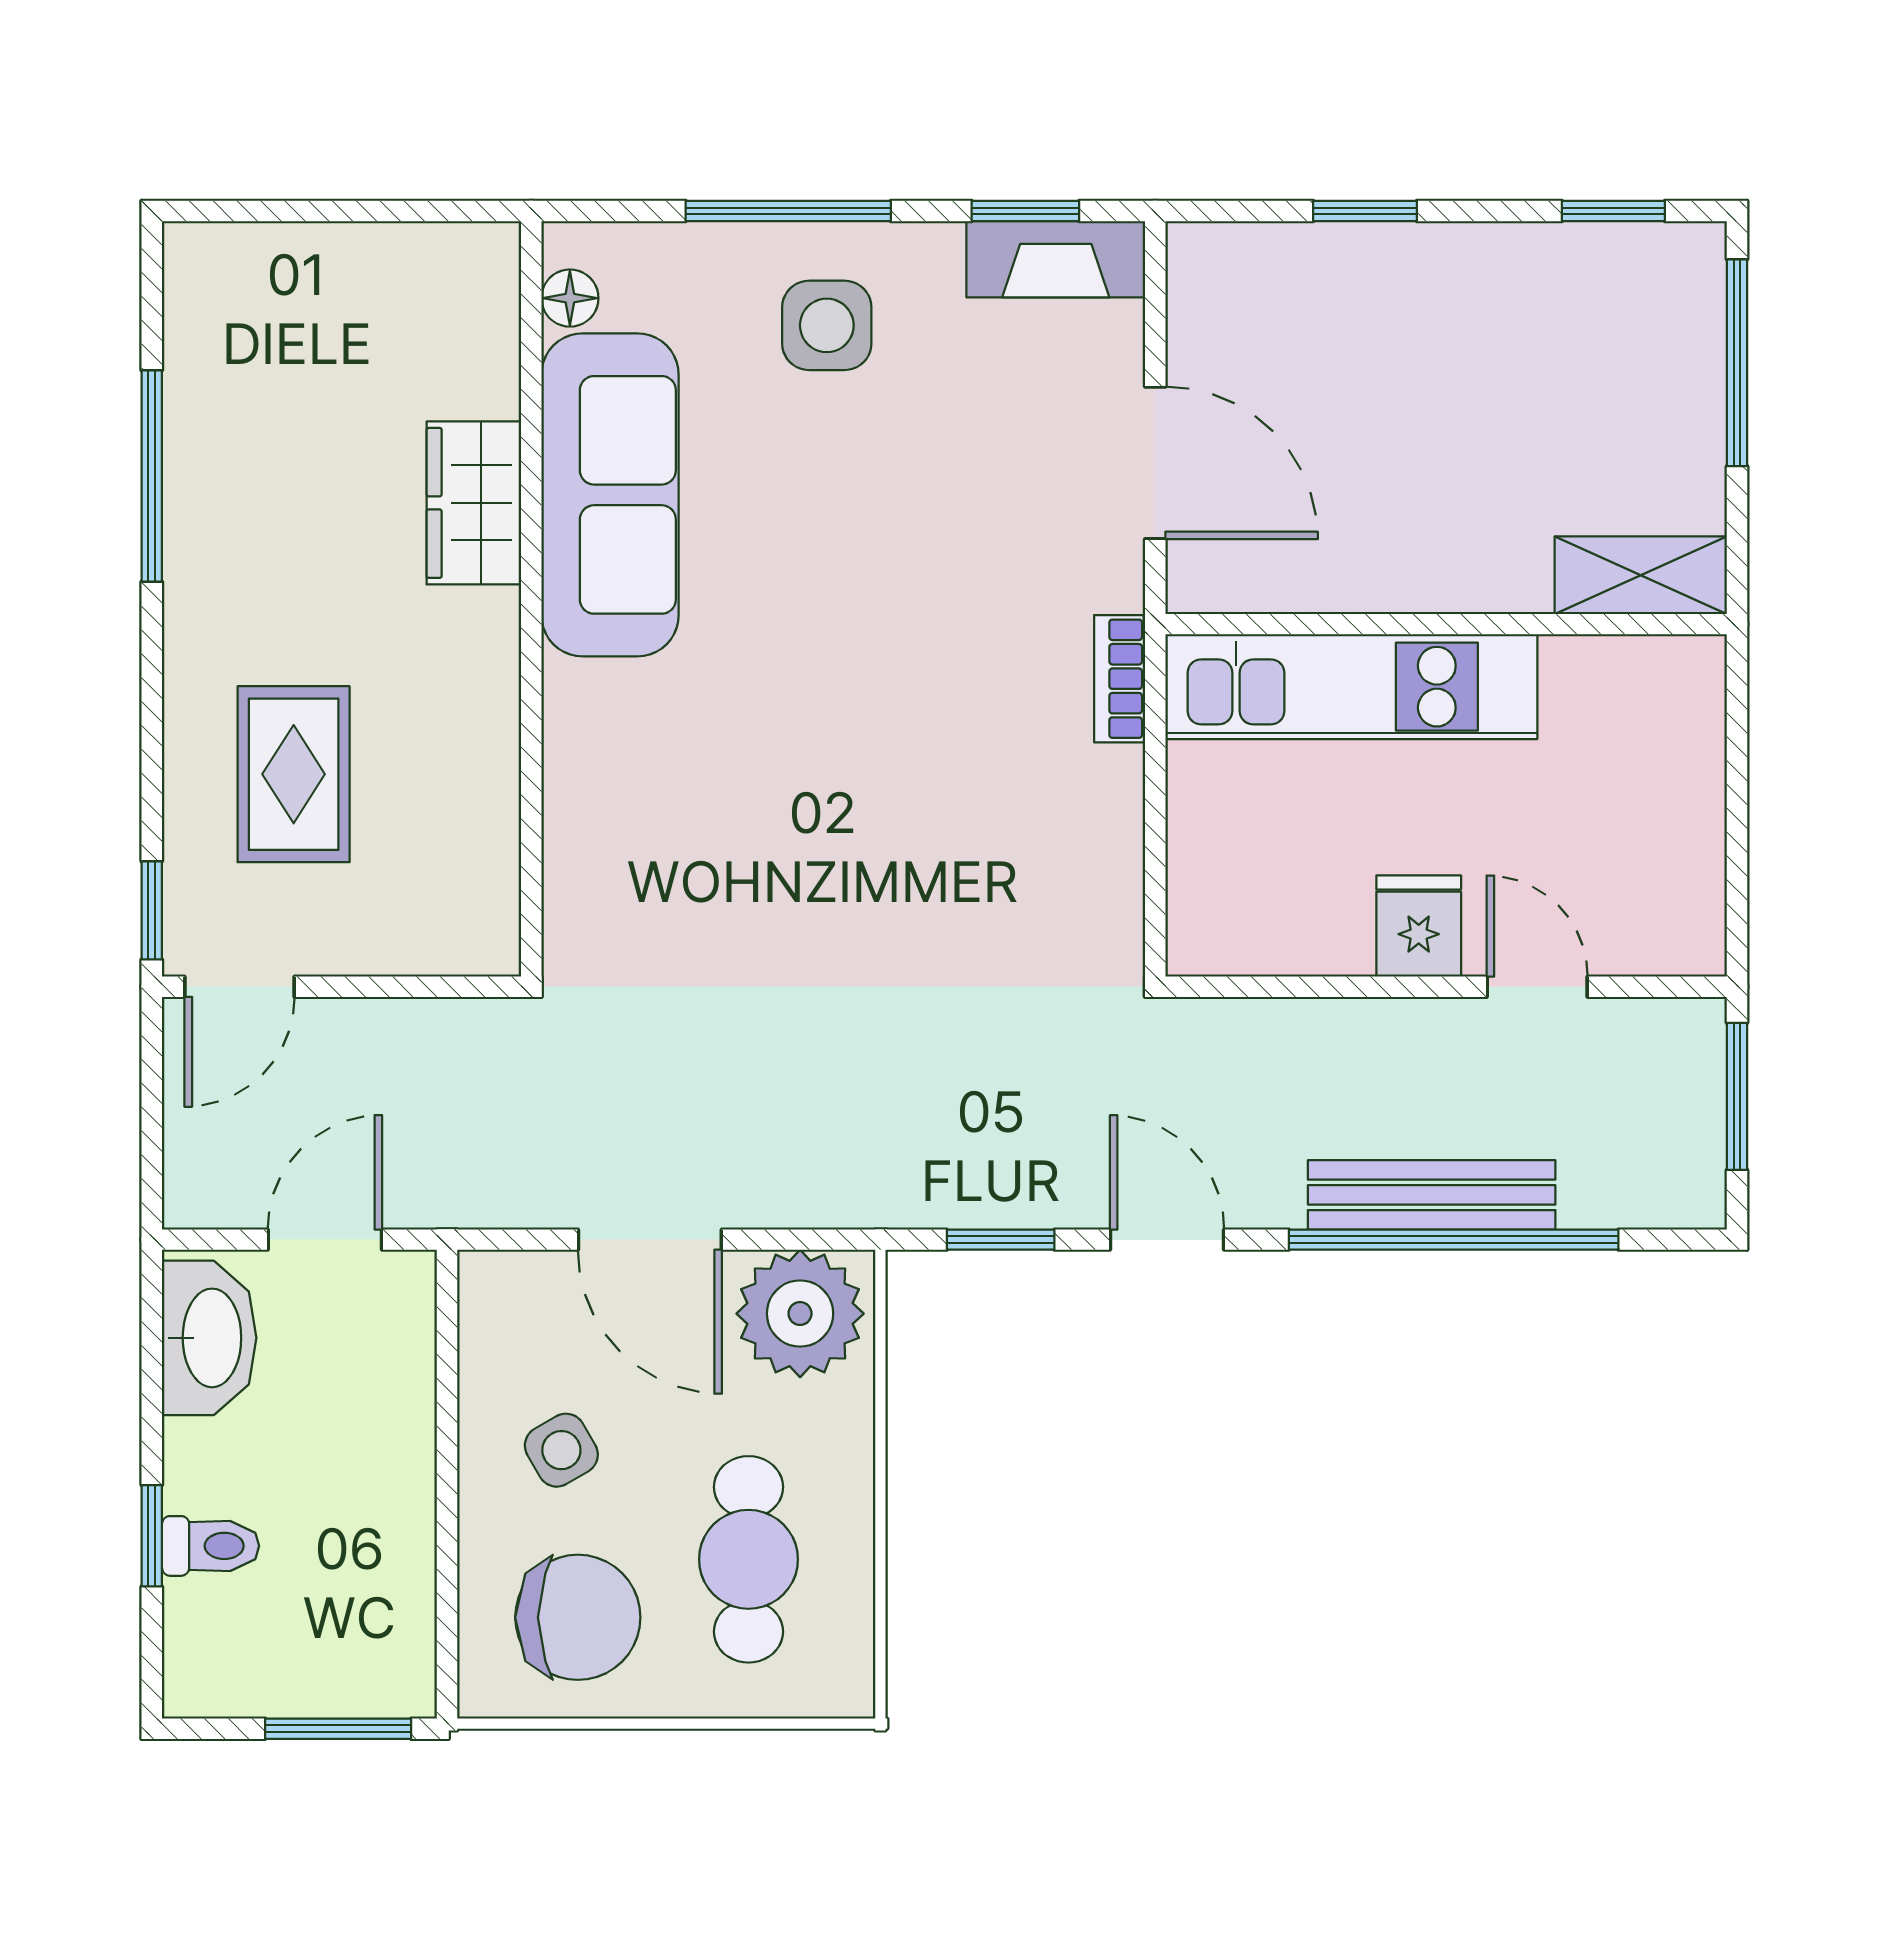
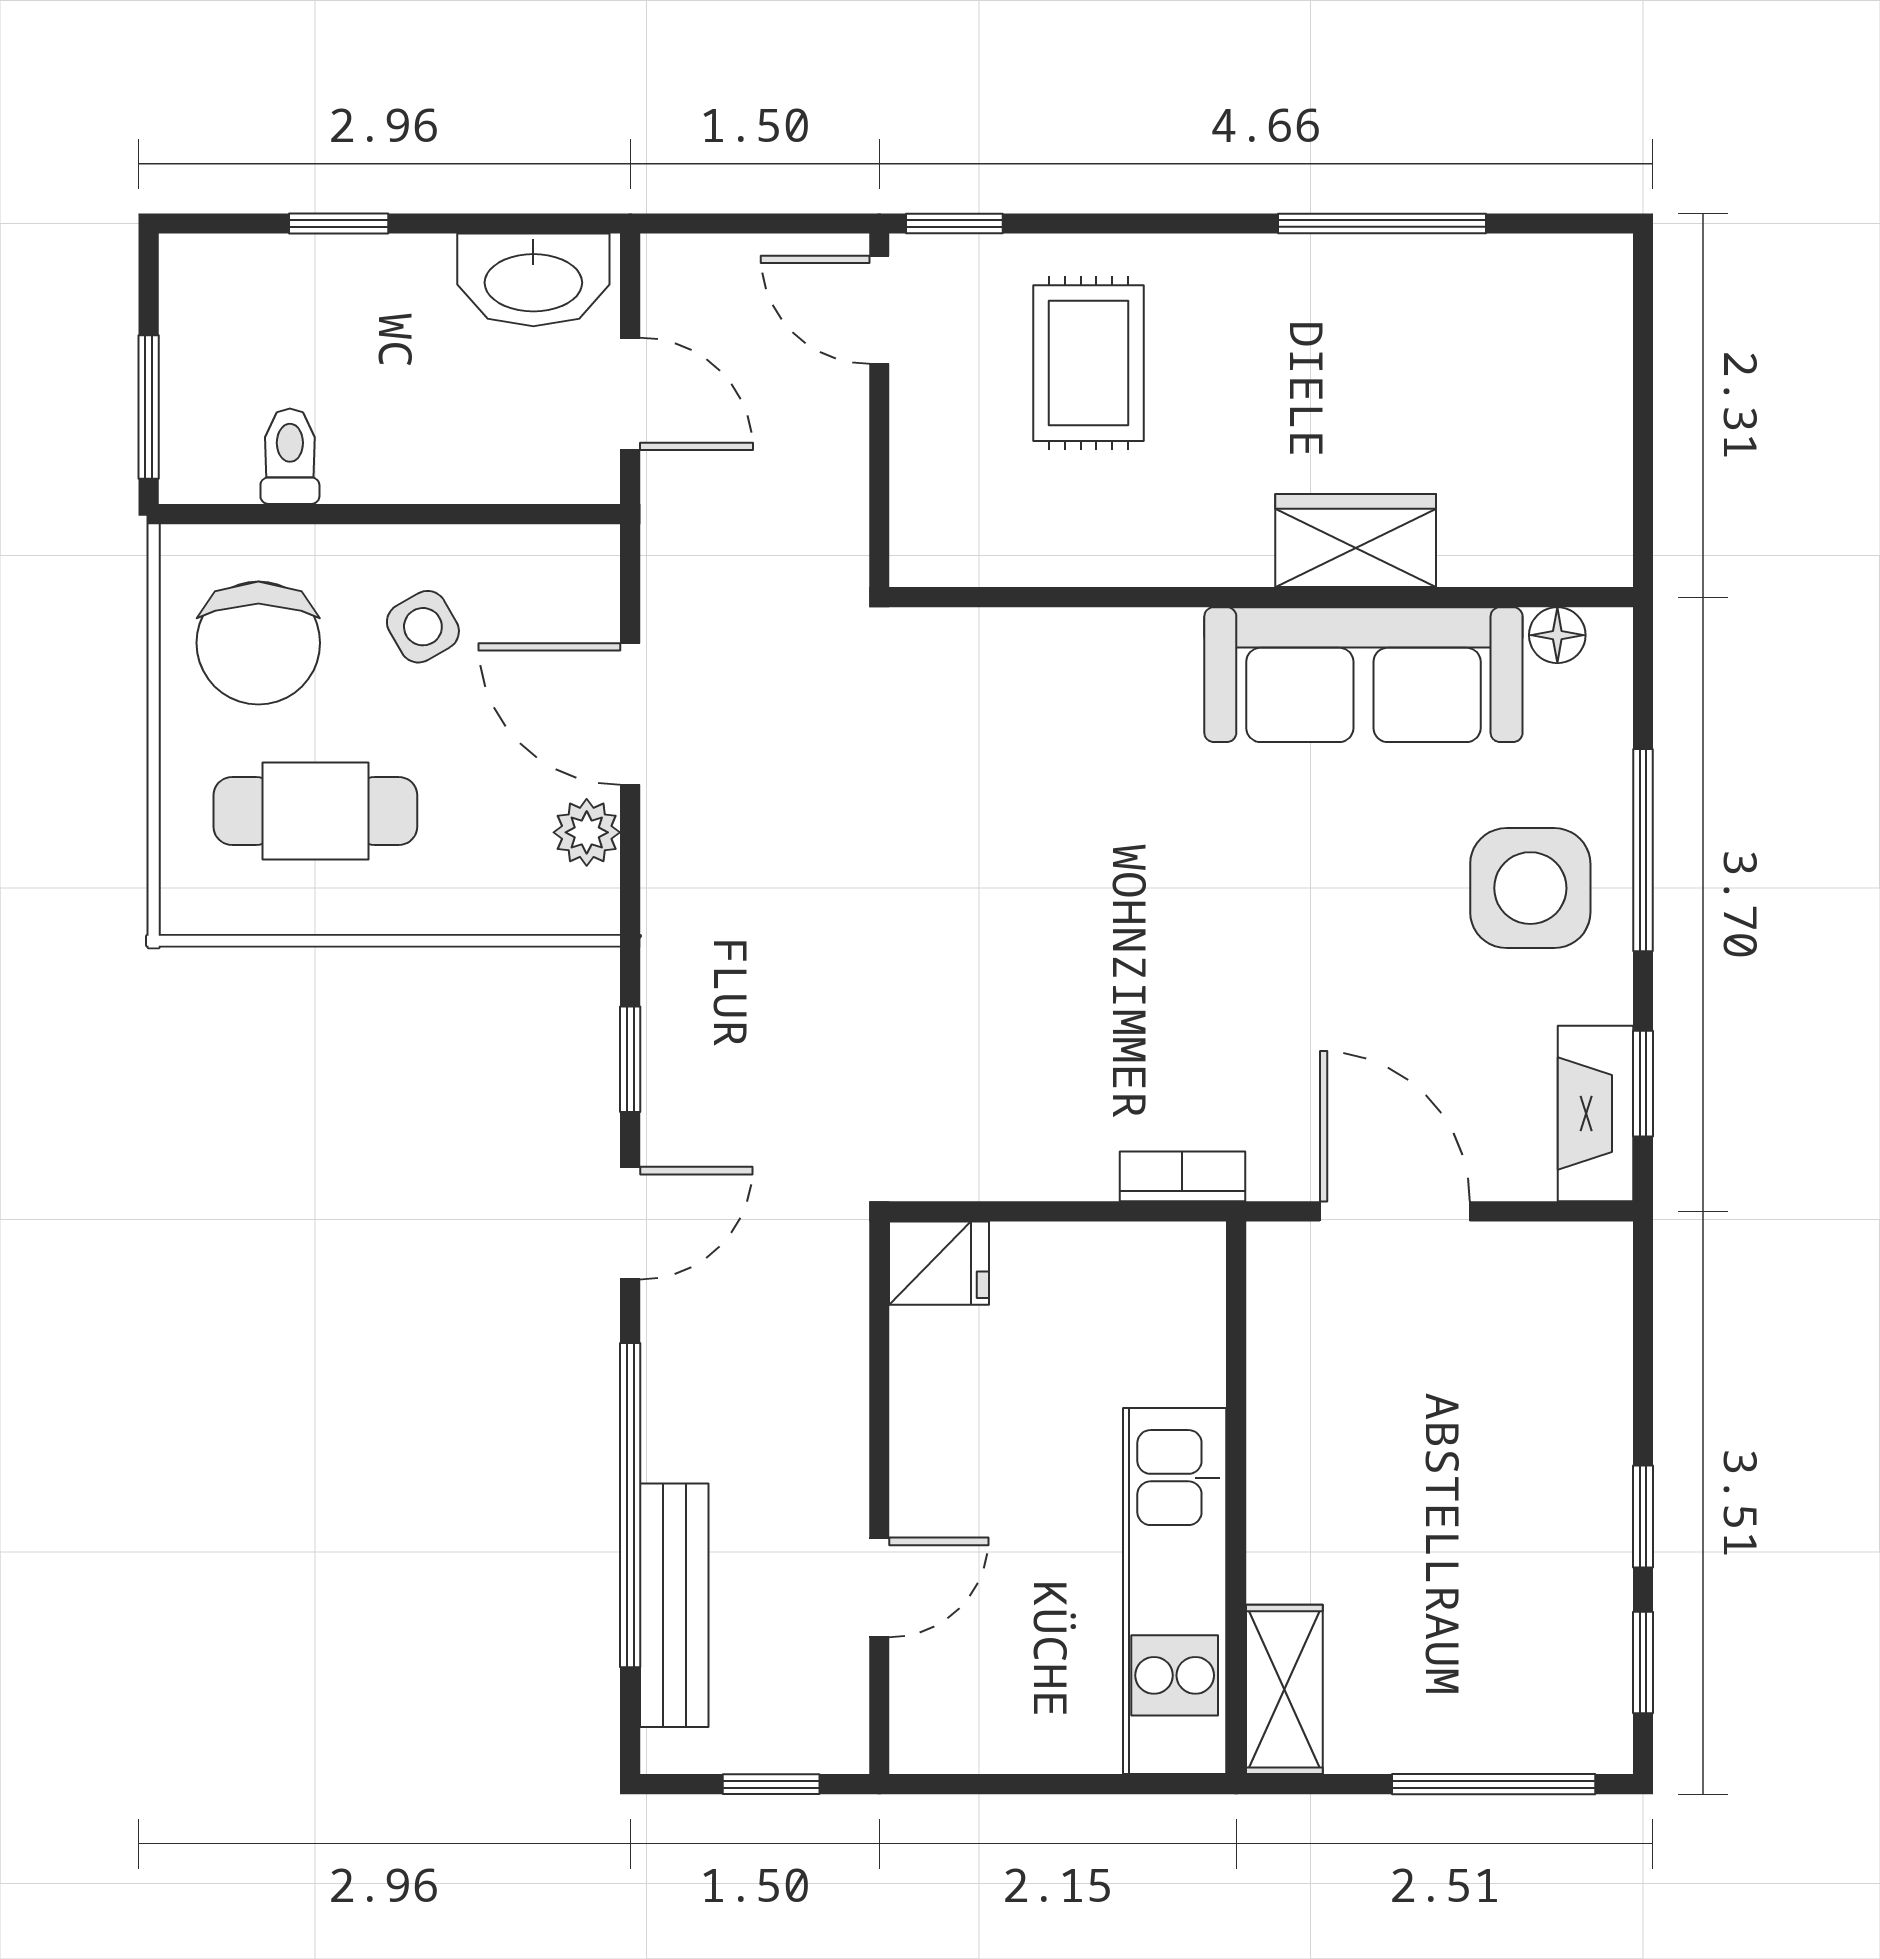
window: (1365, 211) -> (1643, 1516), moved
side table: (827, 325) -> (1530, 888), width x1.37, depth x1.37
door: (1155, 463) -> (1395, 1211), swing flipped
kitchen unit: (1351, 687) -> (1175, 1591), moved
rug: (294, 774) -> (1088, 363), turned 90
fridge: (1419, 926) -> (939, 1263), moved
window: (1737, 1096) -> (771, 1784), width x0.67
bench: (1432, 1195) -> (674, 1605), moved
door: (650, 1240) -> (630, 714), hinge flipped
plant: (800, 1314) -> (587, 832), width x0.53, depth x0.53
toilet: (211, 1546) -> (290, 456), moved, turned 180

